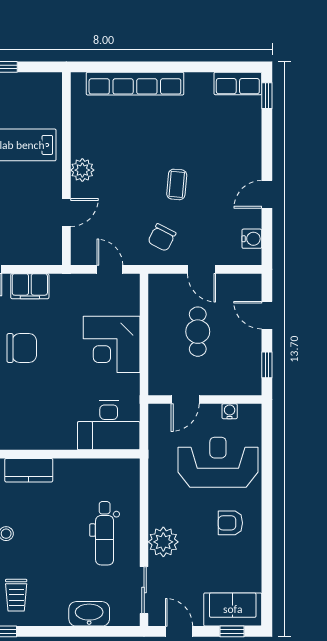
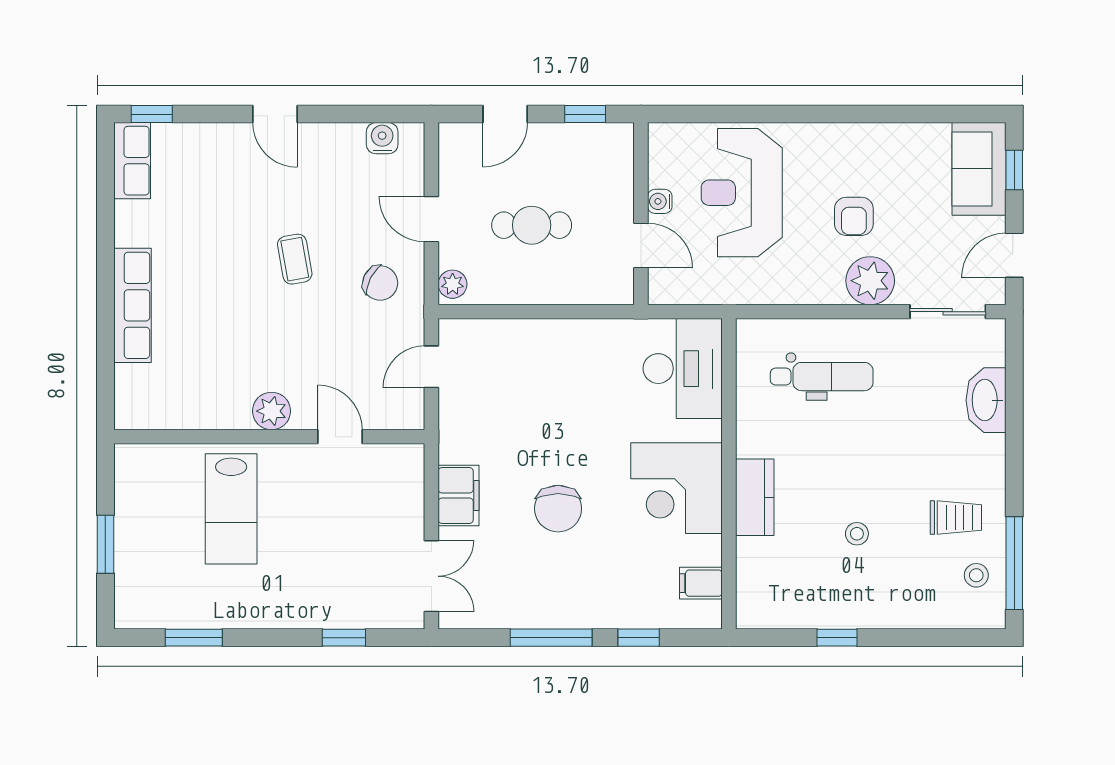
row of seats: (135, 84) -> (132, 305), width x0.73
coffee table: (177, 184) -> (295, 259), turned 75
door: (267, 194) -> (275, 114), moved
door: (202, 269) -> (431, 219), swing flipped
plant: (161, 282) -> (453, 284), added
corner desk: (112, 344) -> (677, 488), moved, turned 90
chair: (22, 348) -> (558, 509), turned 180
water cooler: (230, 411) -> (660, 201), moved
armchair: (230, 523) -> (854, 216), moved
dental chair: (105, 533) -> (822, 377), moved

